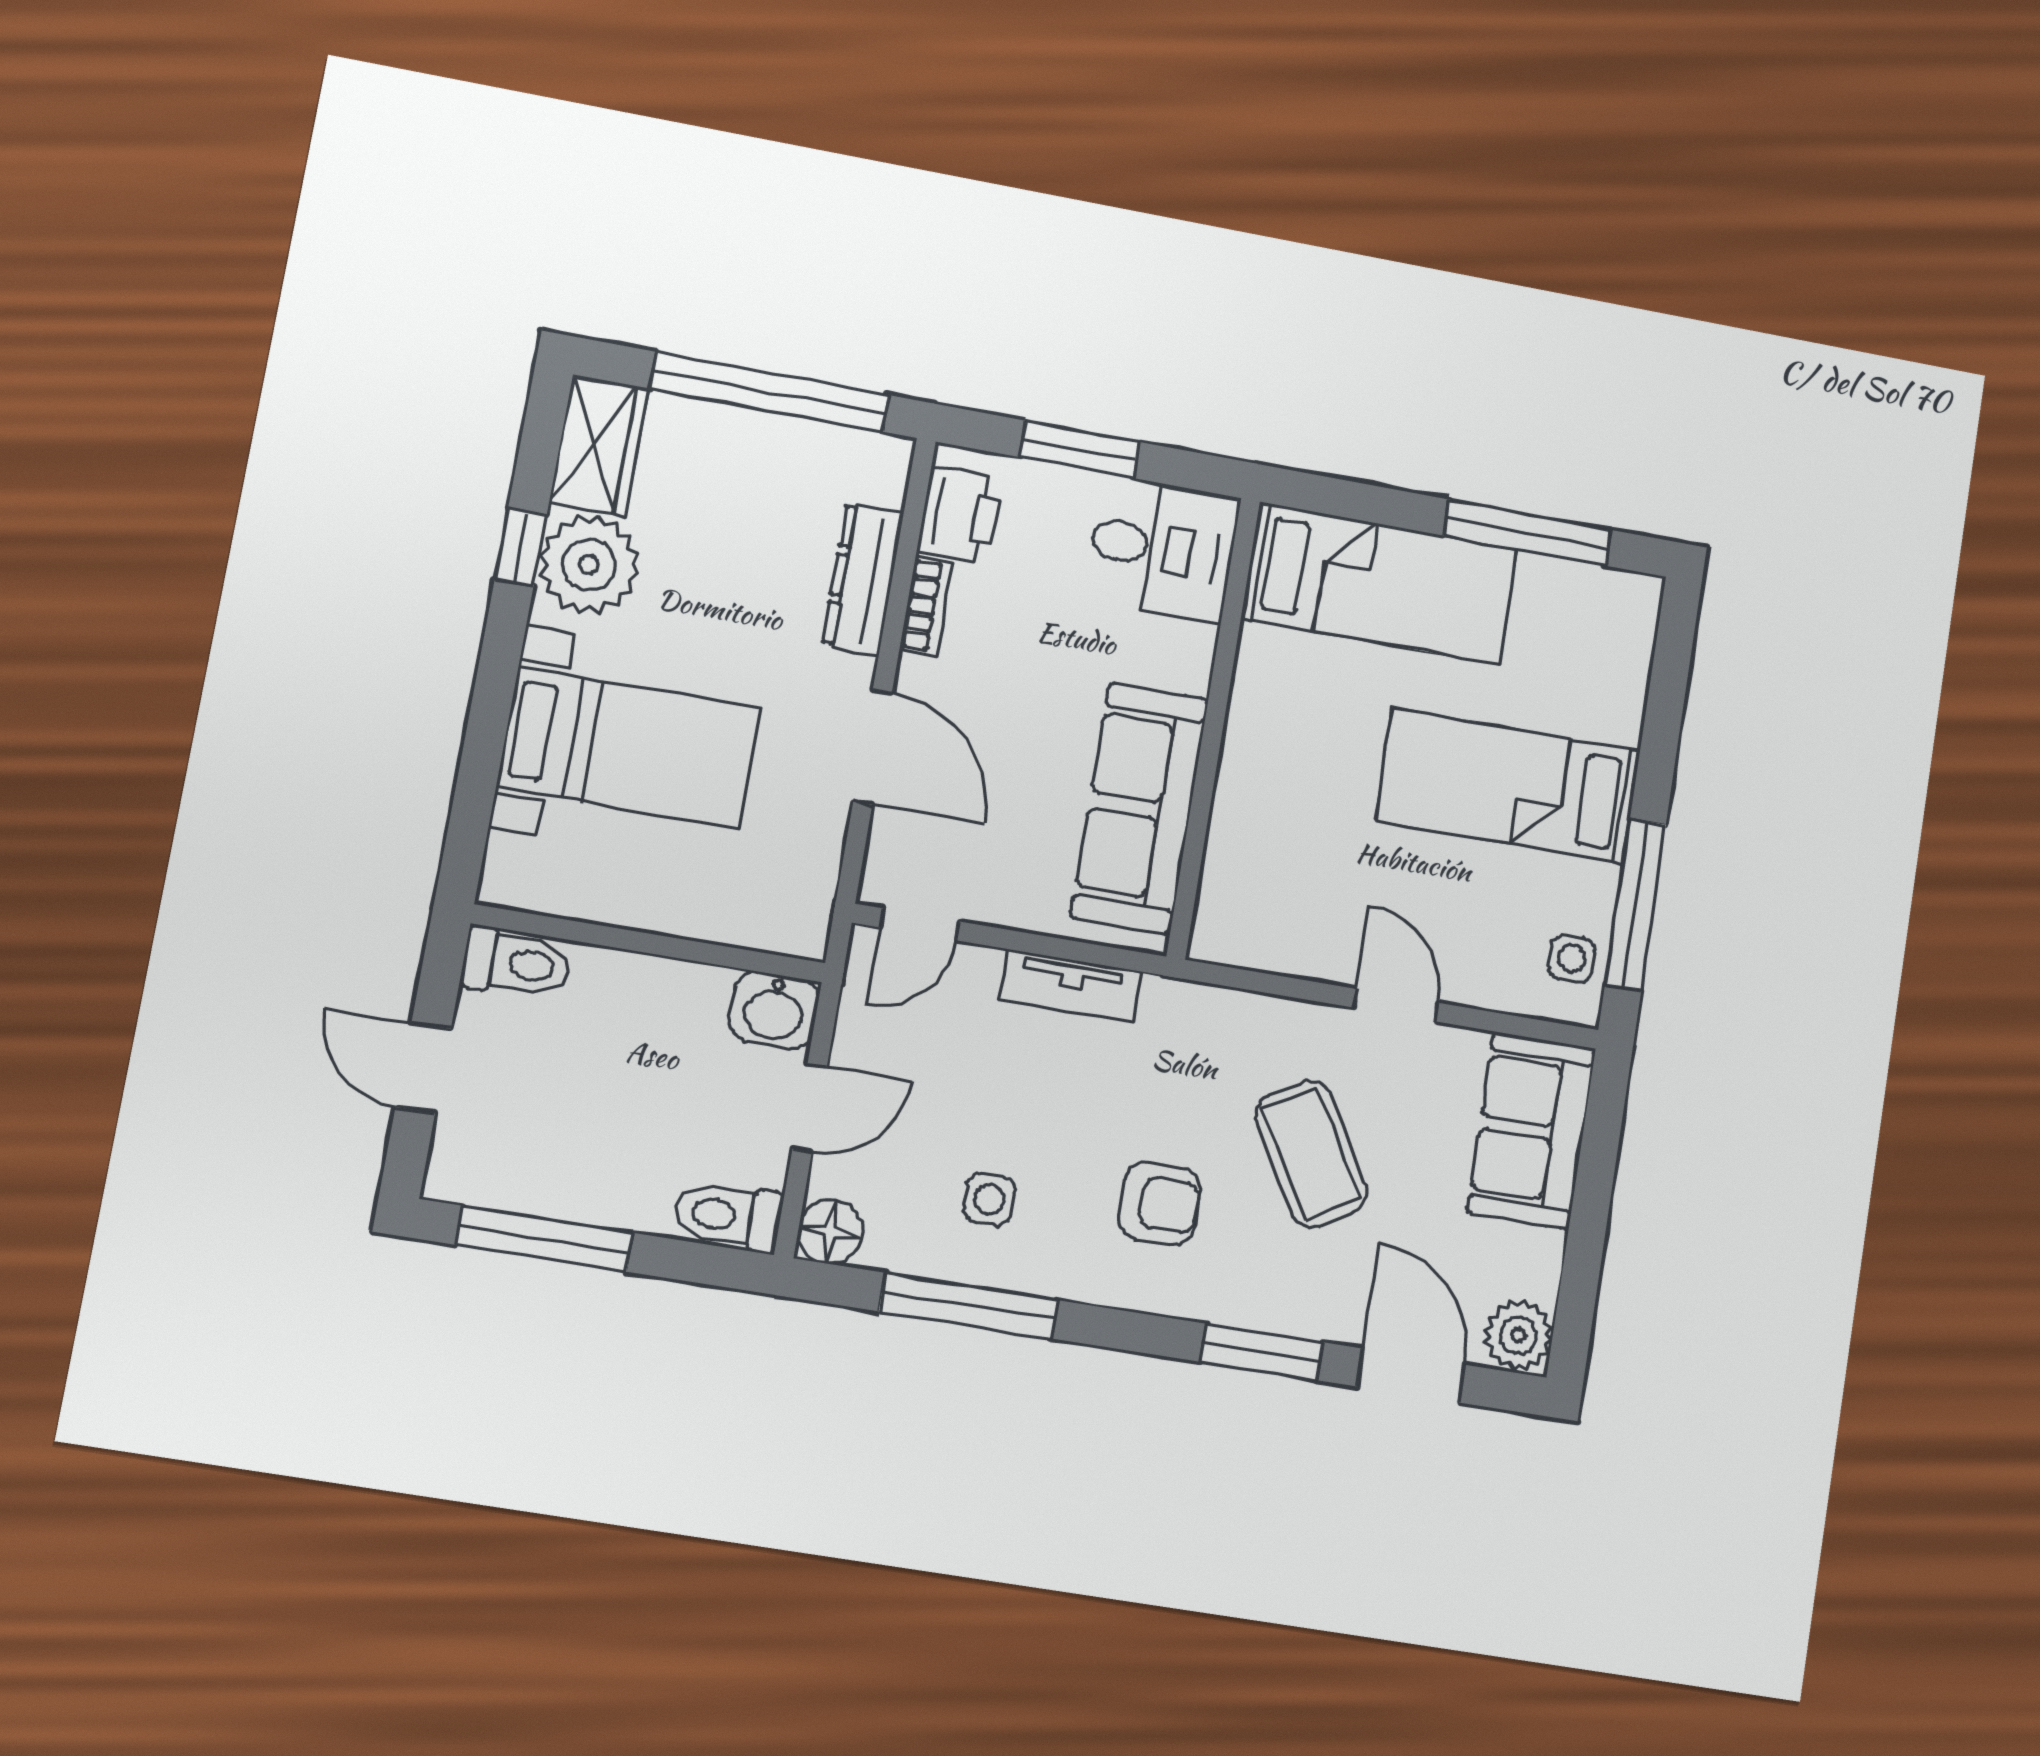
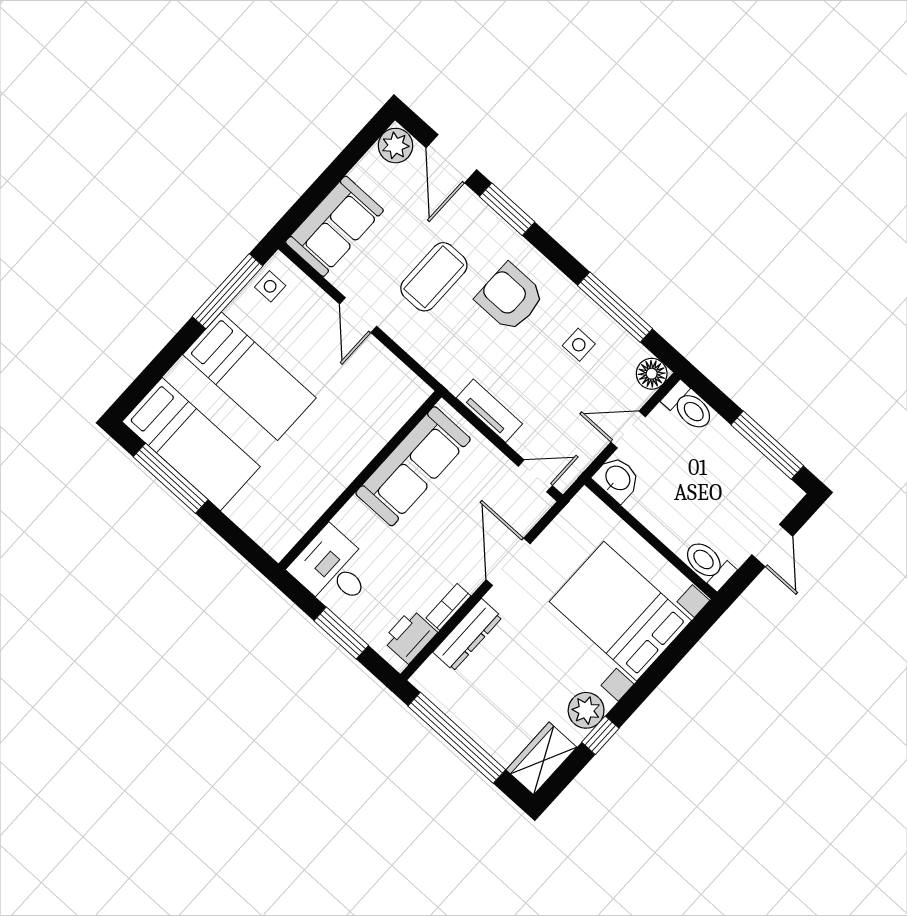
plant: (589, 565) -> (586, 710), width x0.73, depth x0.73
bed: (1379, 583) -> (191, 444), moved, turned 180
bed with nightstands: (629, 748) -> (620, 611), width x1.36
coffee table: (1311, 1154) -> (434, 277), turned 31
armchair: (1160, 1204) -> (510, 297), width x1.38, depth x1.38

